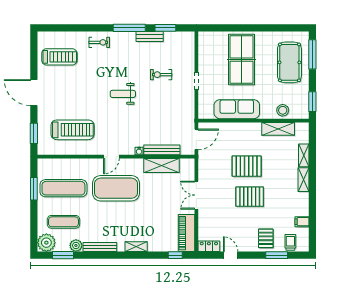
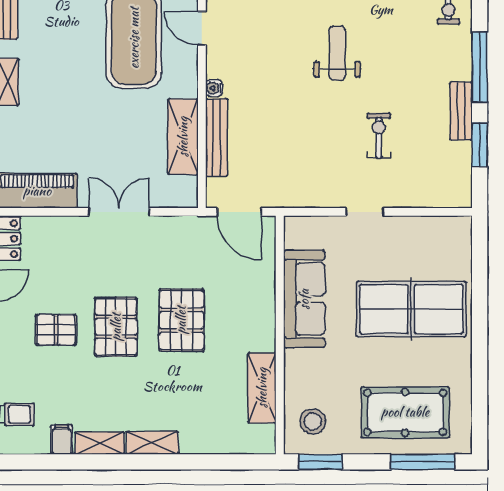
stool: (283, 110) -> (313, 421), moved
shelving: (304, 155) -> (100, 443), moved
pallet: (266, 238) -> (56, 330), moved

